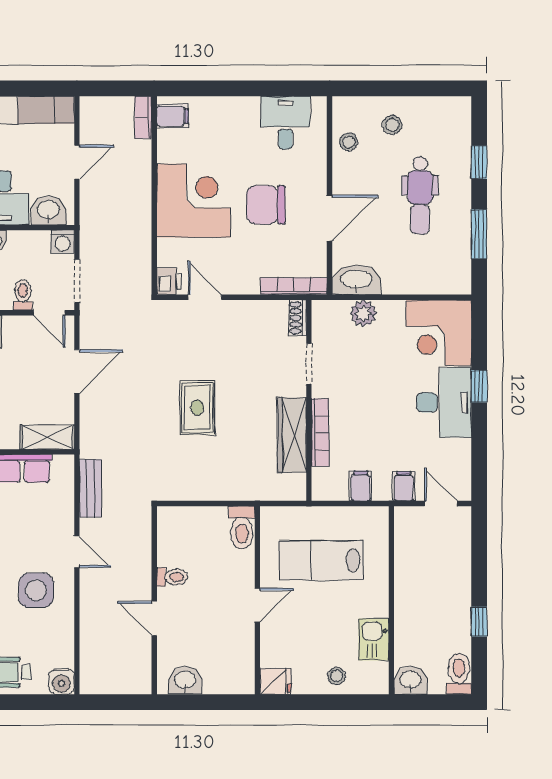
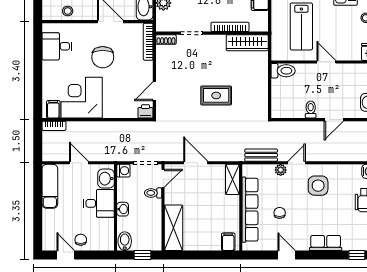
corner desk: (194, 201) -> (82, 98), moved
wardrobe: (292, 435) -> (247, 43), moved
plant: (64, 523) -> (281, 170), added

